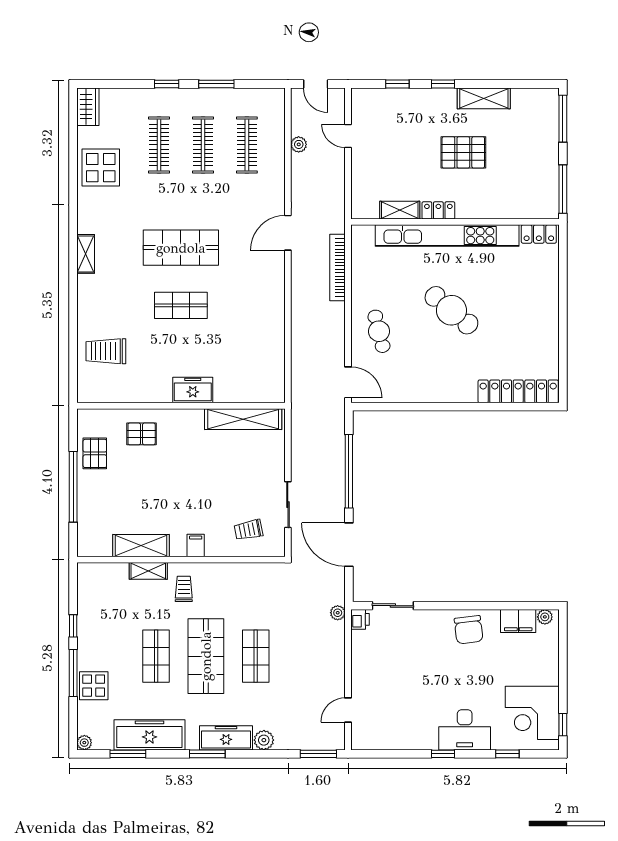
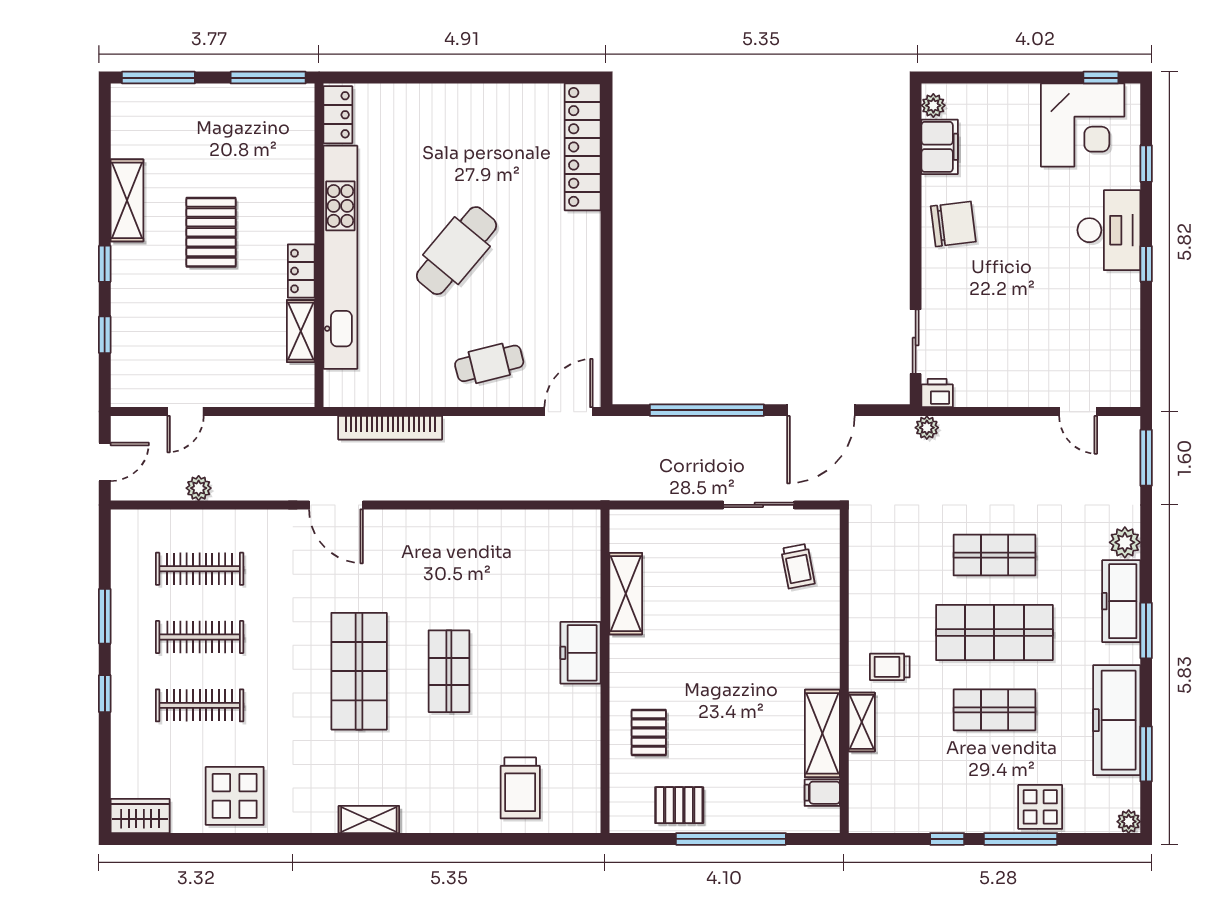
shelving: (243, 419) -> (626, 594), width x0.68
filing cabinet: (196, 545) -> (822, 793), moved

